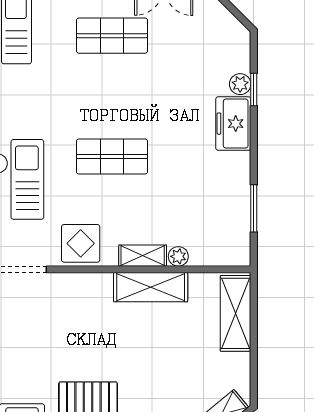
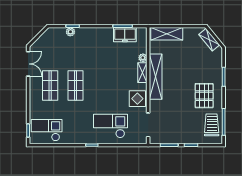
freezer: (233, 124) -> (125, 35), moved
shop shelf: (112, 157) -> (75, 86), moved
shelving: (151, 287) -> (156, 77), width x1.47

